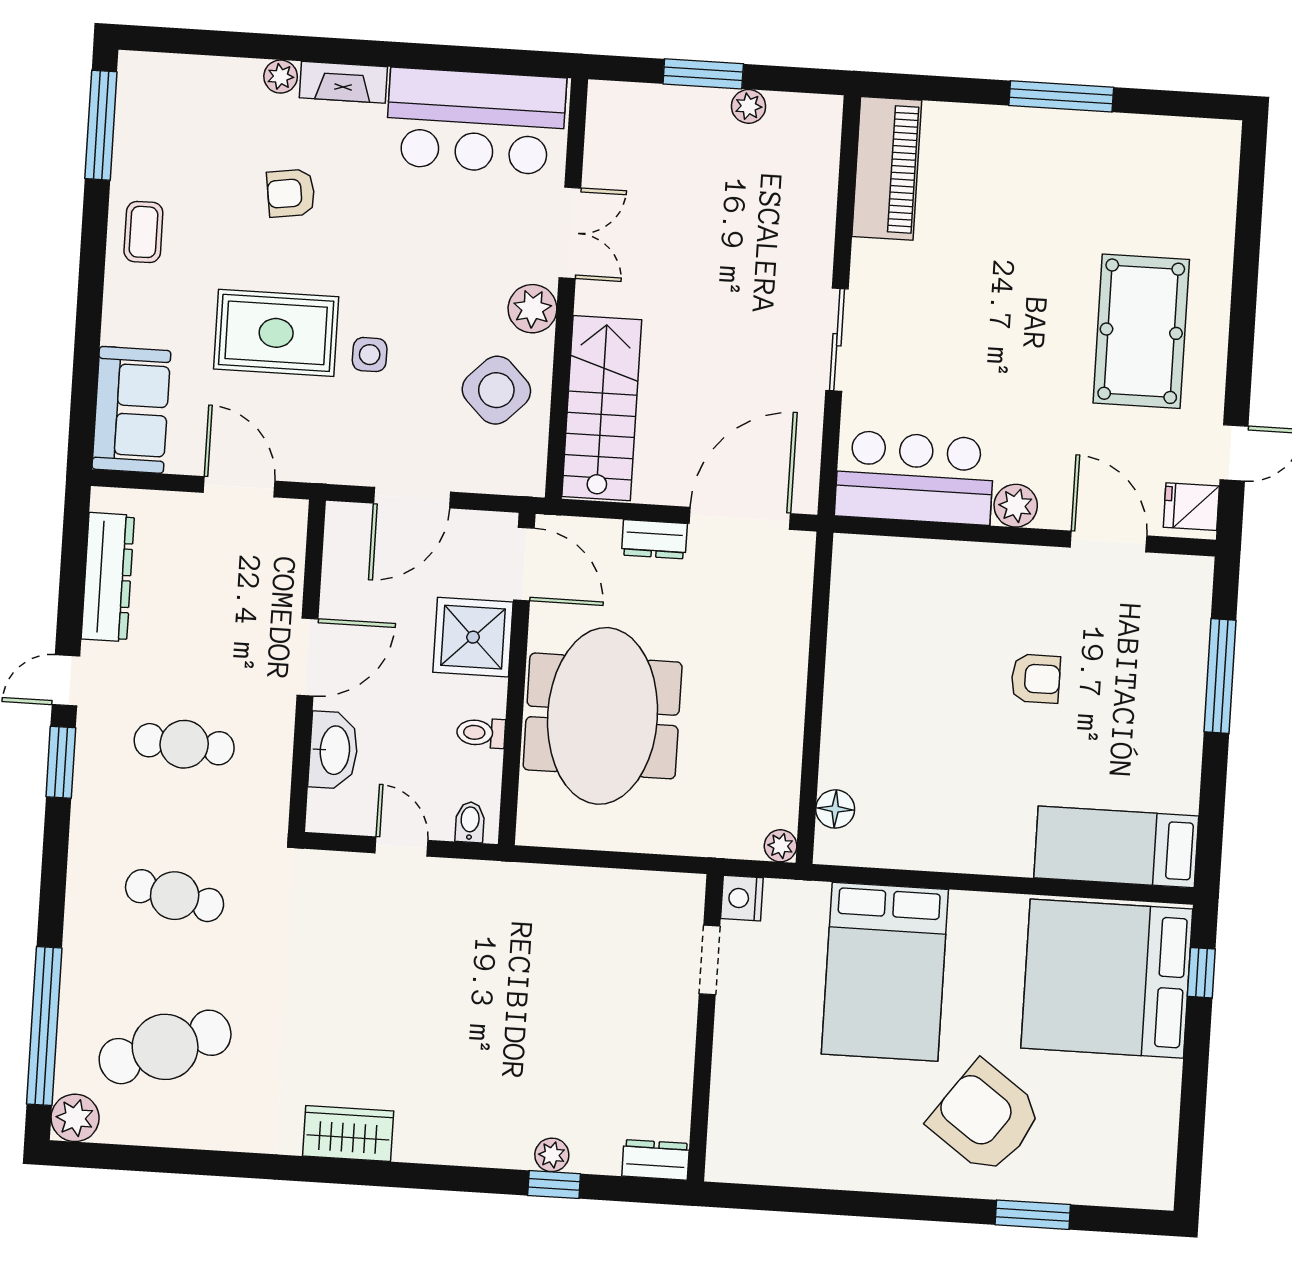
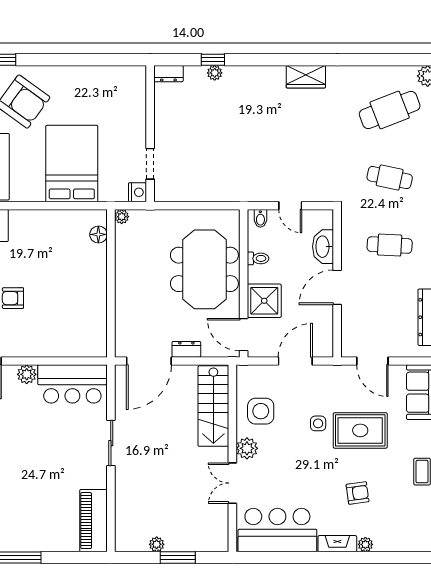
side table: (496, 390) -> (261, 411), turned 45

